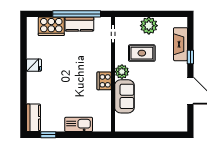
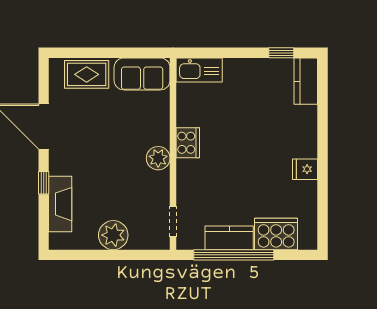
rug: (142, 53) -> (87, 74), moved
sofa: (124, 96) -> (142, 74), moved, turned -90
kitchen sink: (79, 124) -> (199, 70), moved

